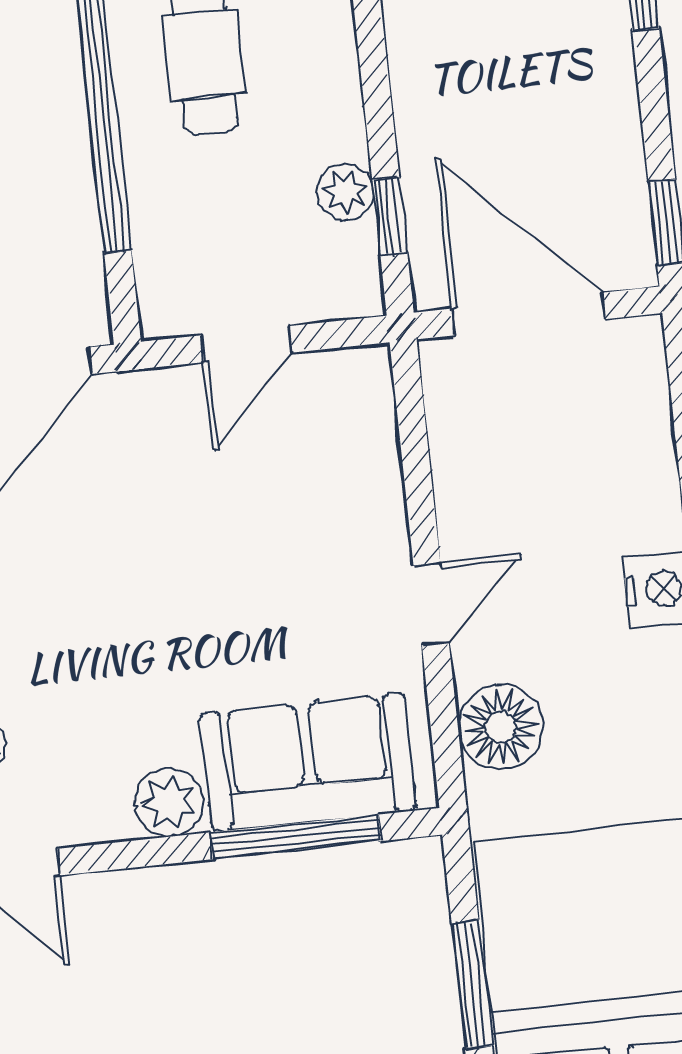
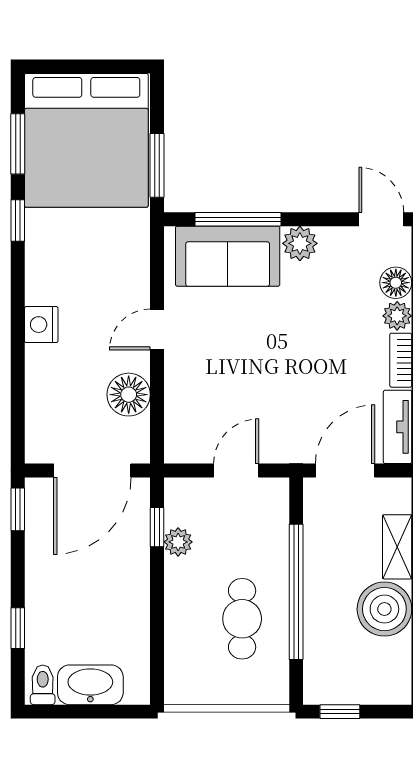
door: (528, 314) -> (92, 471), hinge flipped
floor lamp: (501, 727) -> (129, 395), moved
window: (472, 985) -> (157, 165), moved

